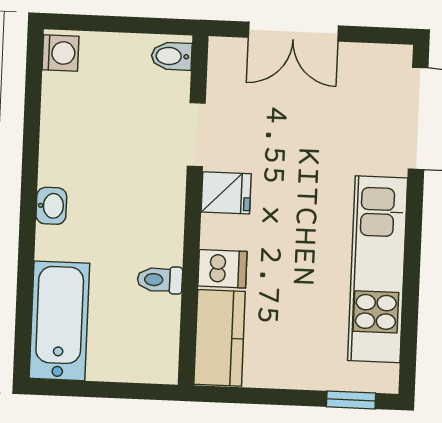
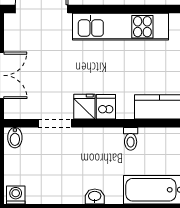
dishwasher: (222, 269) -> (106, 107), moved

